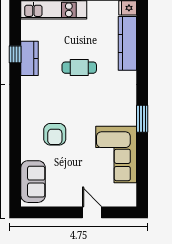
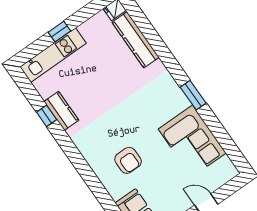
cafe table: (79, 68) -> (109, 89), removed

